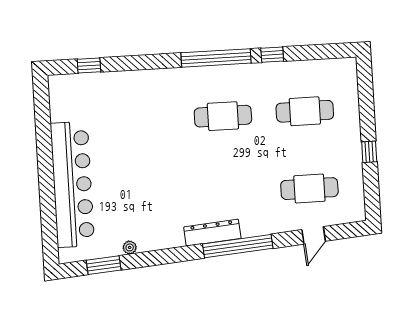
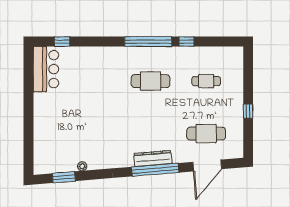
cafe table: (305, 111) -> (206, 81), width x0.73, depth x0.74
bar counter: (72, 184) -> (46, 69), moved, width x0.54
dresser: (212, 233) -> (153, 158), moved
door: (314, 235) -> (207, 165), width x1.88

